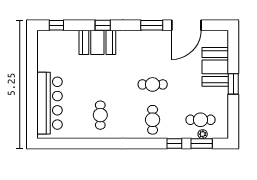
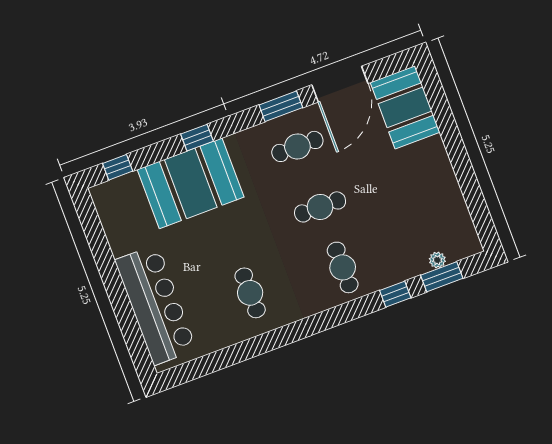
booth: (97, 42) -> (191, 183), width x1.36, depth x1.42
booth: (215, 67) -> (405, 107), moved
window: (233, 84) -> (458, 154), removed
cafe table: (201, 120) -> (297, 146), moved

